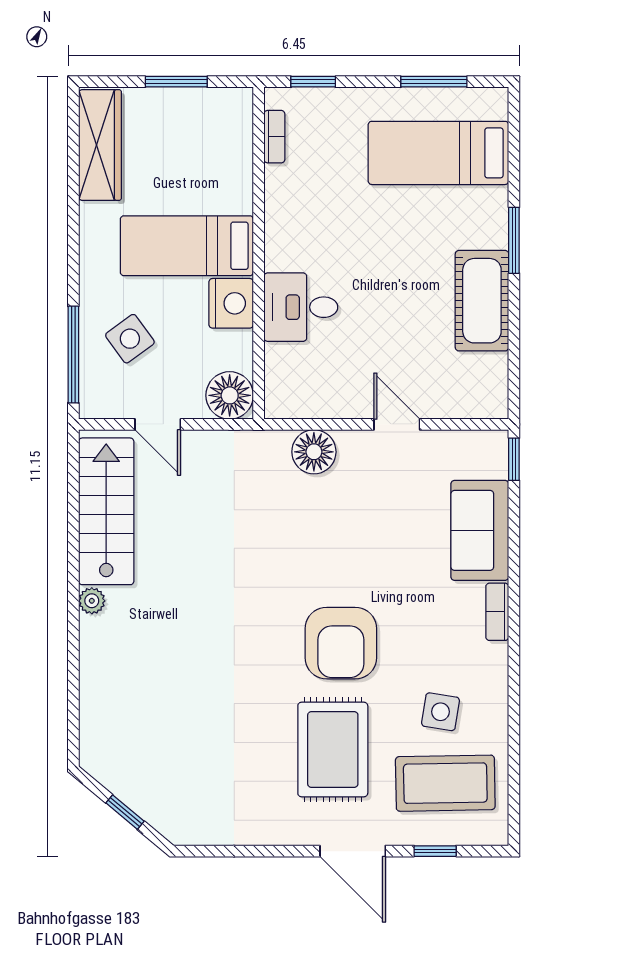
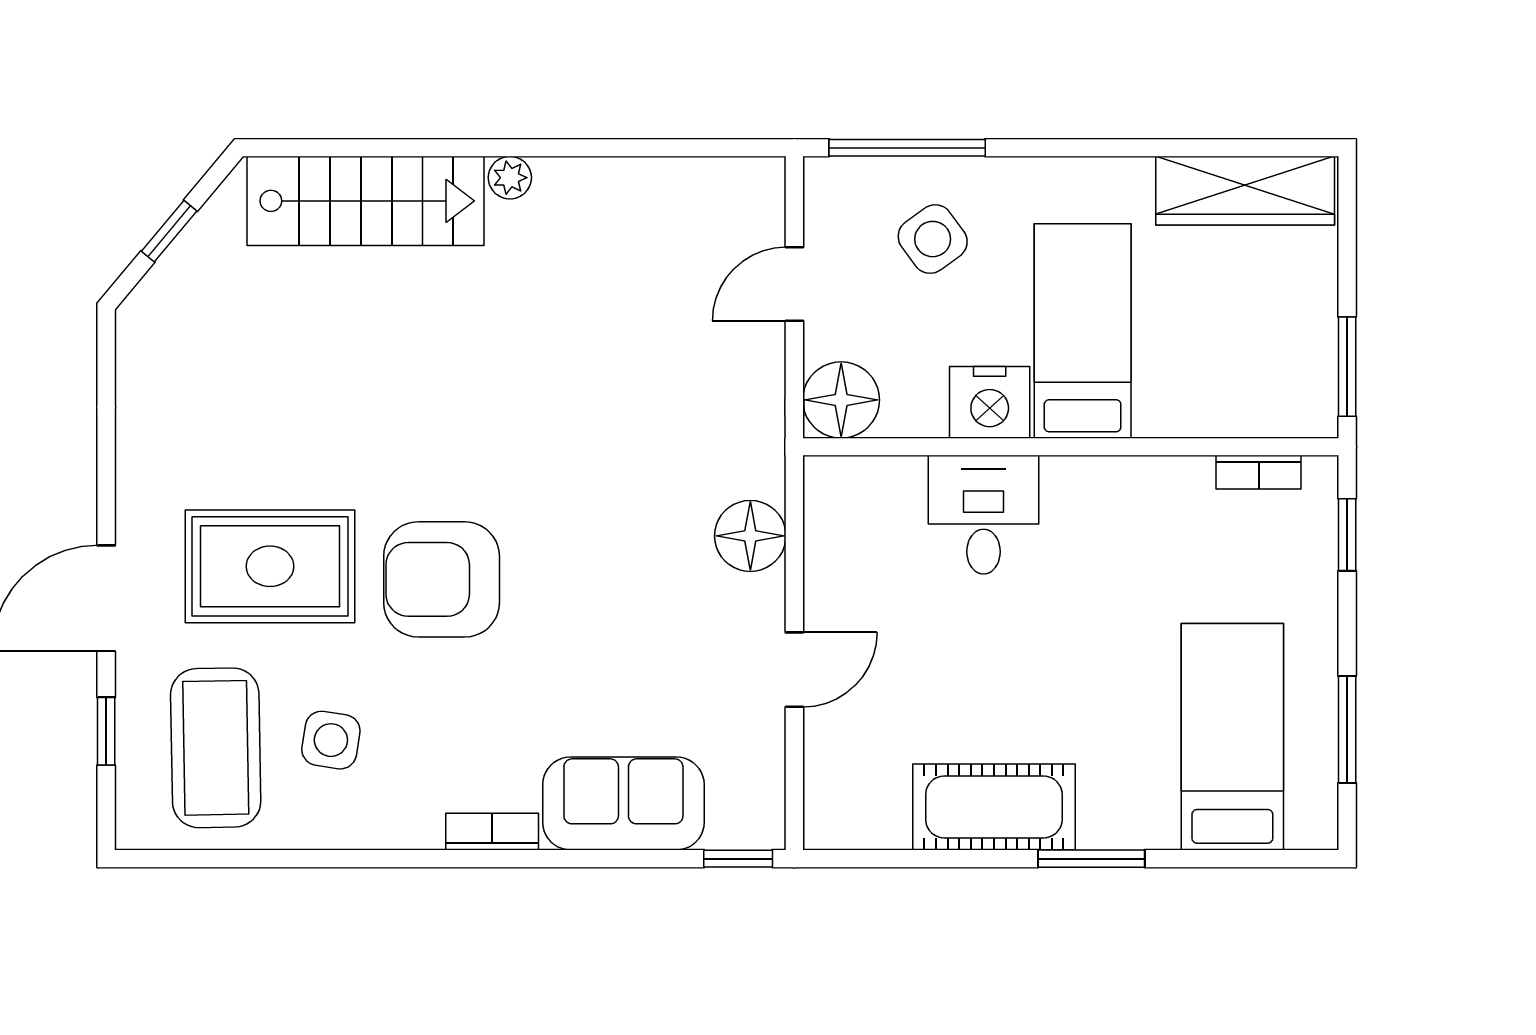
window: (176, 82) -> (1347, 367), moved
stairs: (106, 511) -> (366, 201), moved

